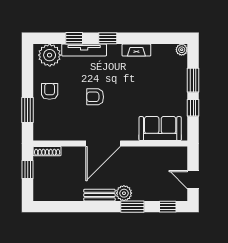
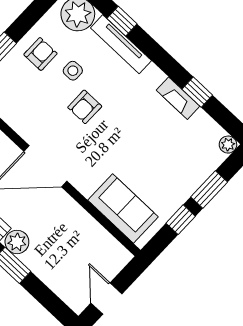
window: (108, 38) -> (197, 92), moved
side table: (73, 85) -> (73, 71), added
armchair: (95, 97) -> (85, 107), turned -90
window: (168, 207) -> (51, 302), removed

